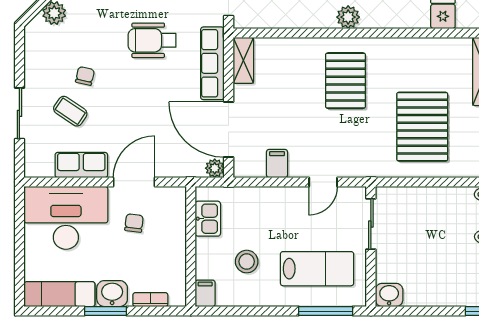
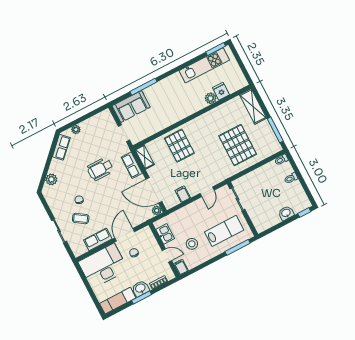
plant: (348, 17) -> (211, 98), moved
row of seats: (212, 63) -> (132, 165), width x0.68
pallet: (345, 81) -> (179, 146), moved
door: (191, 259) -> (167, 255), added
washbasin: (389, 295) -> (286, 213), moved

